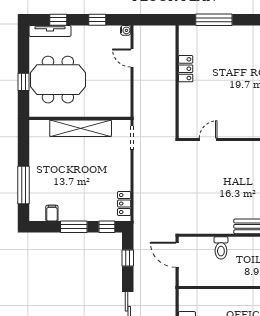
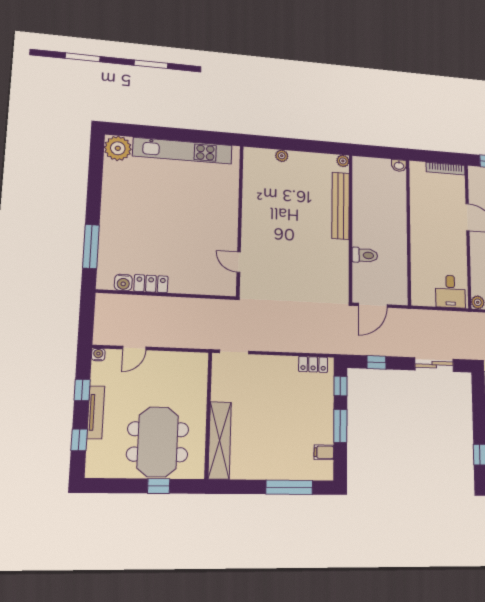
tv unit: (50, 31) -> (96, 412), moved
water cooler: (185, 47) -> (123, 283), added
shelving: (81, 128) -> (220, 440), moved

